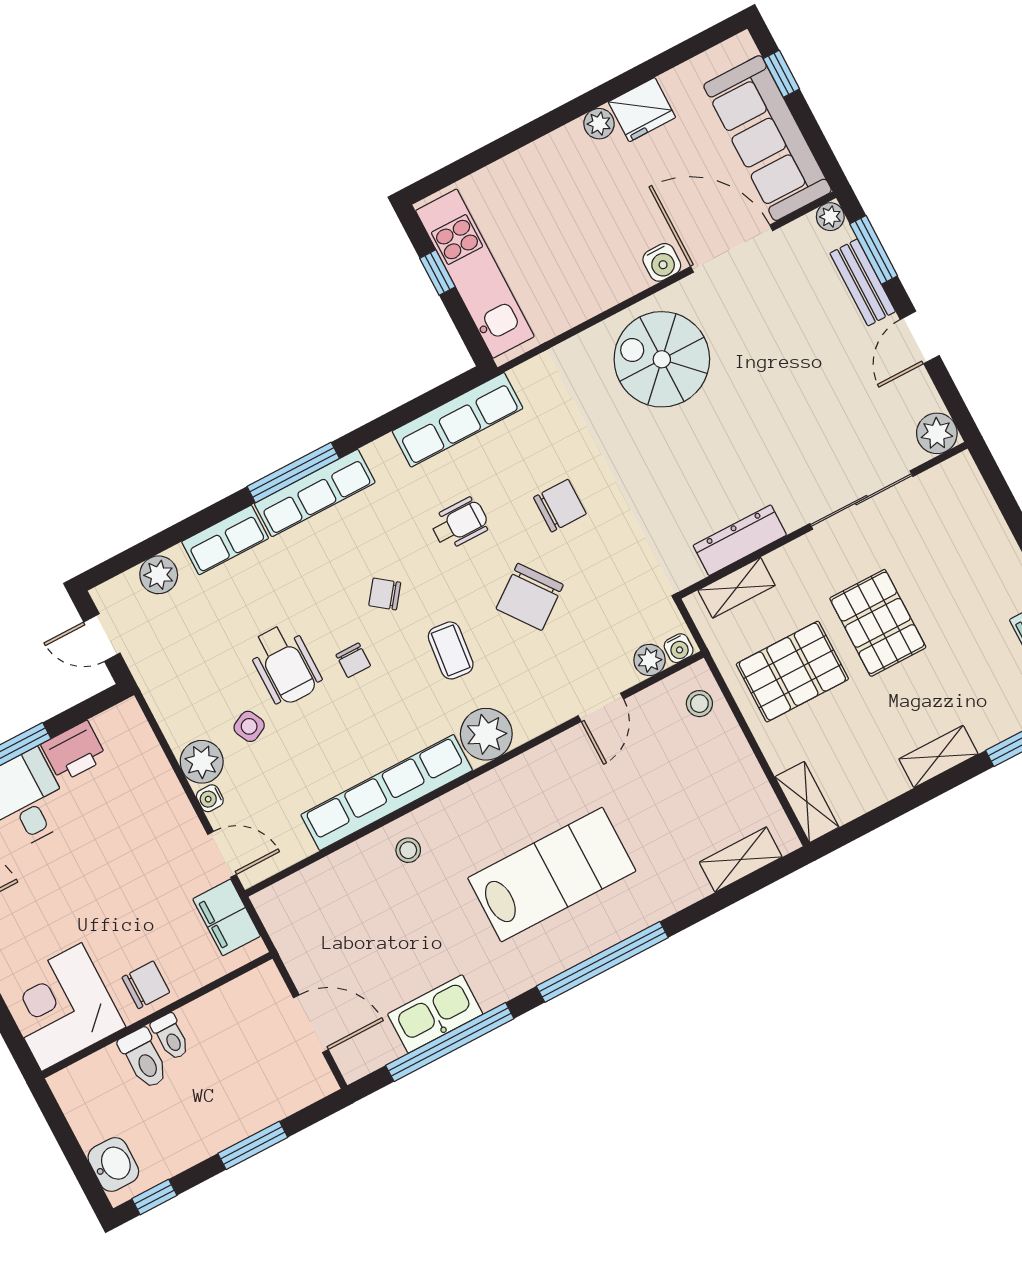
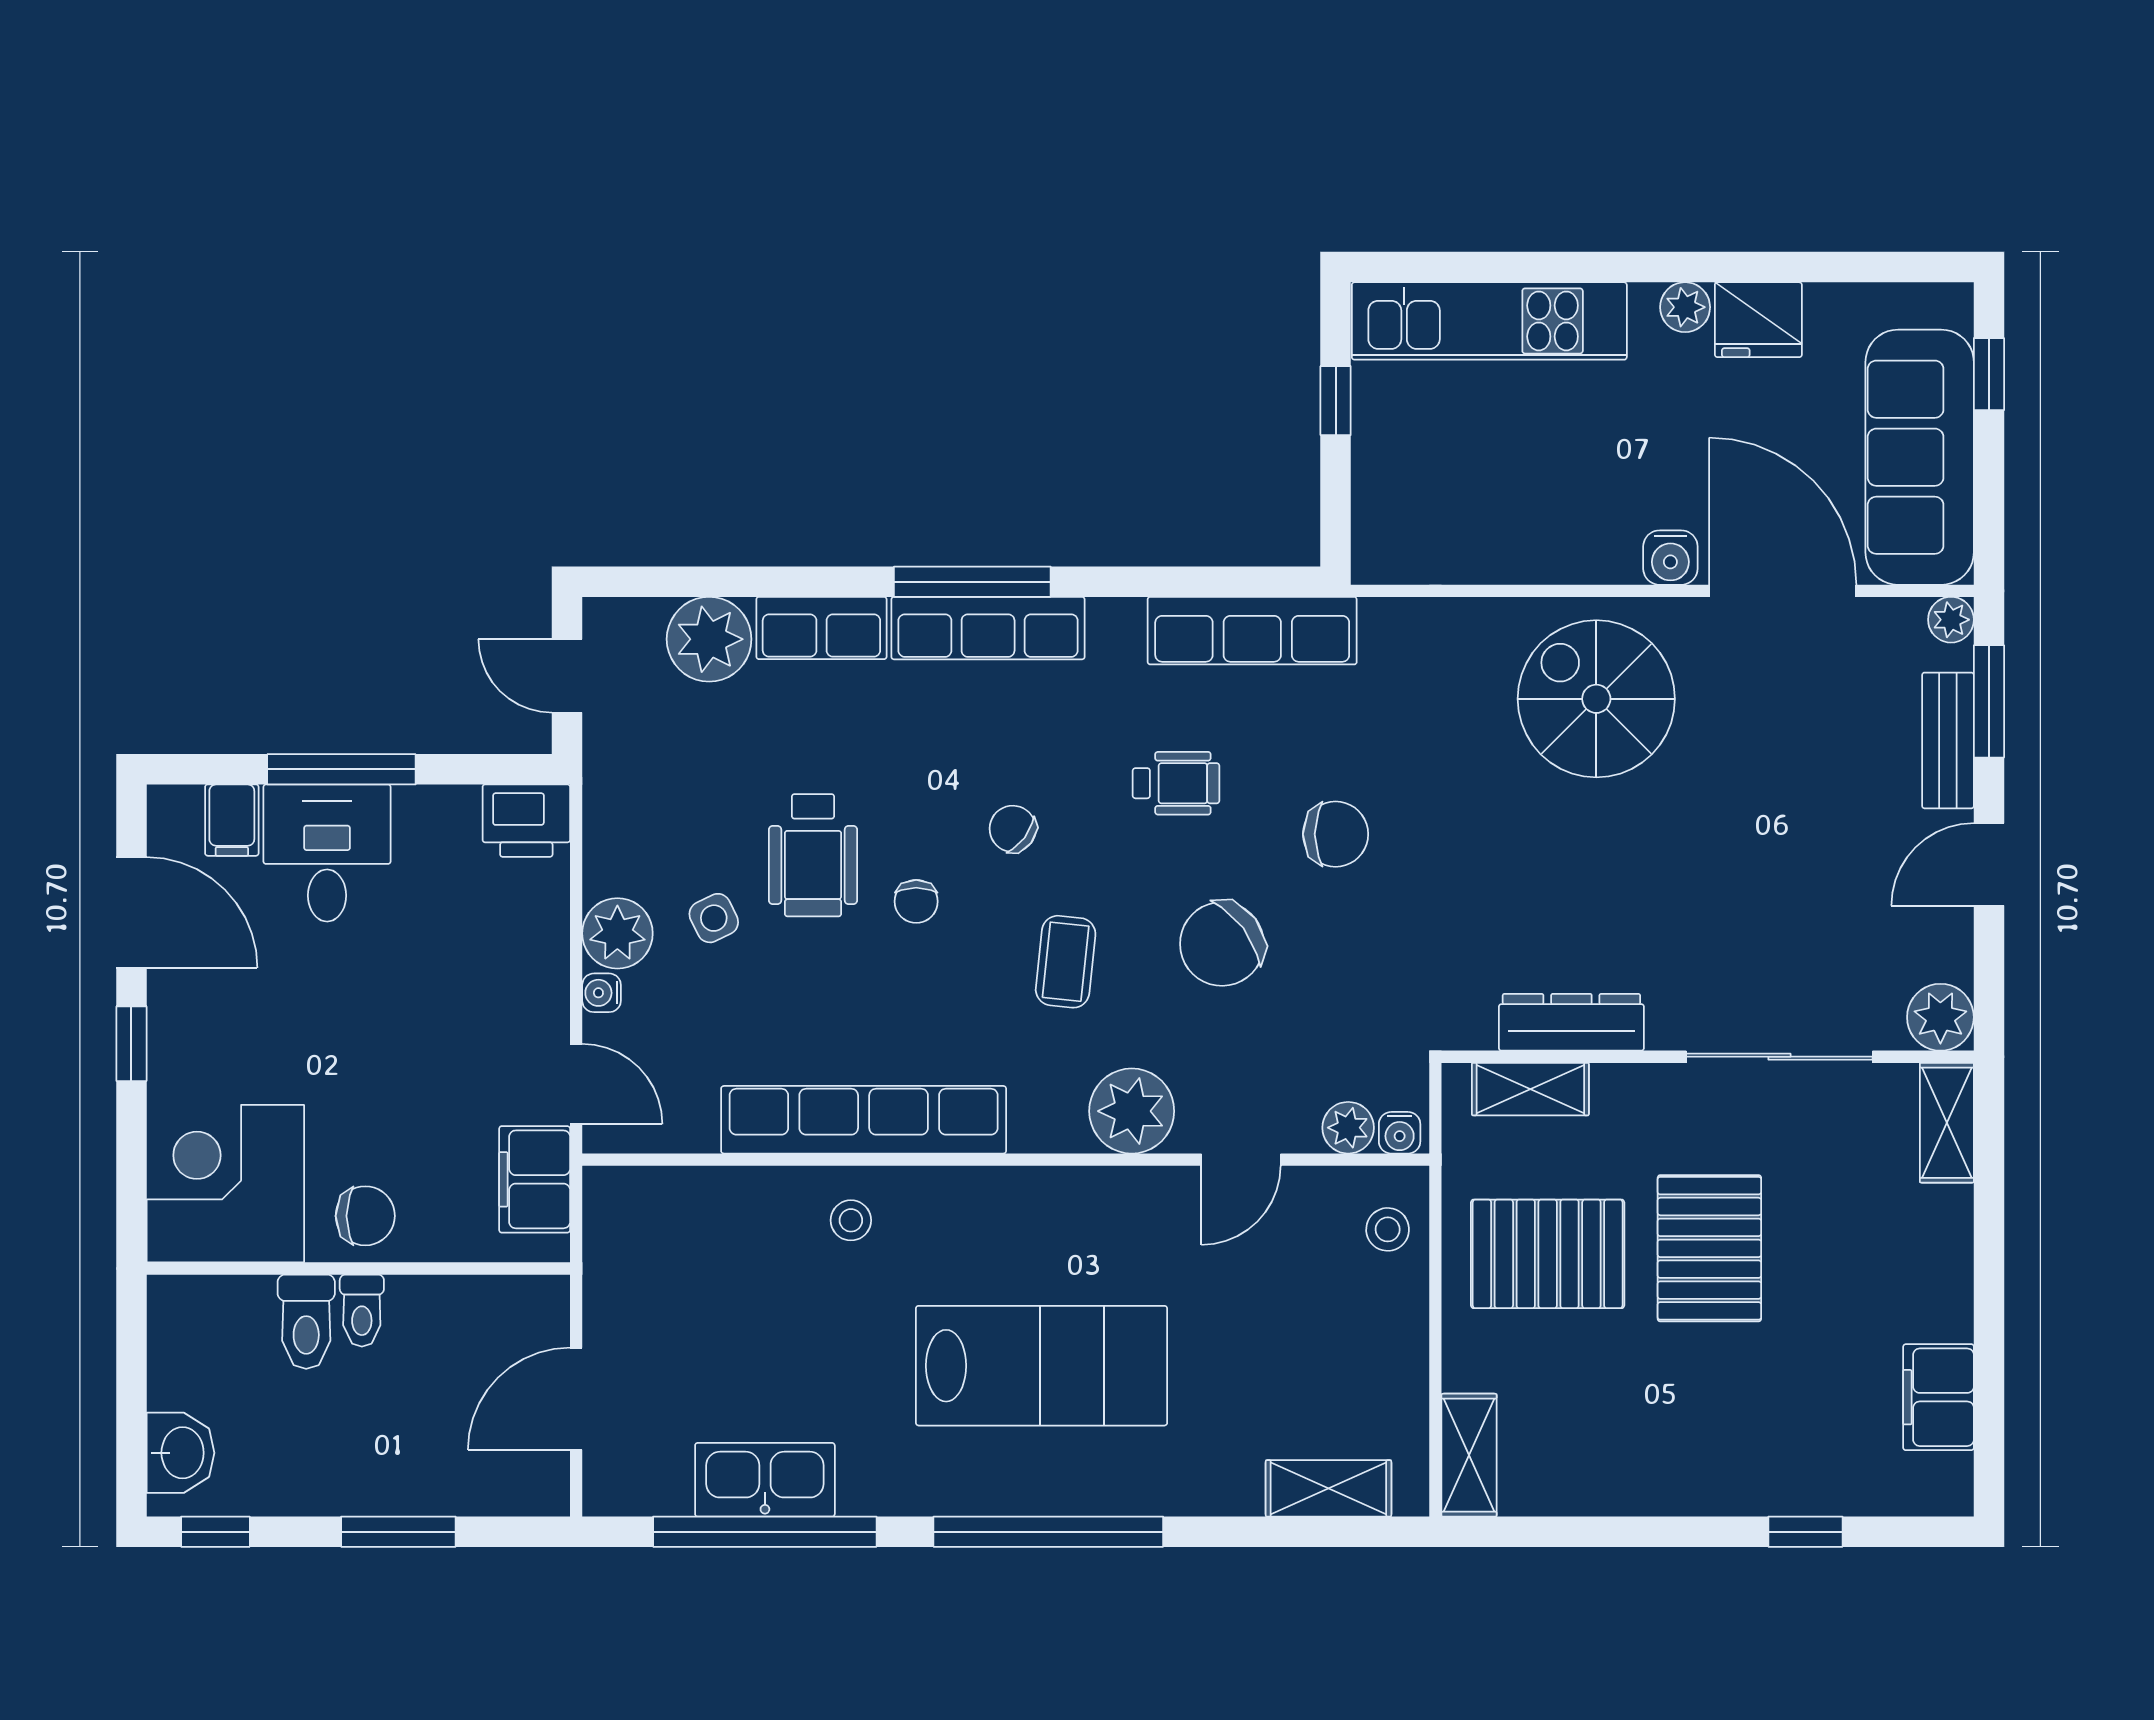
kitchen unit: (475, 274) -> (1489, 321), moved, turned 90
plant: (159, 575) -> (709, 639), width x1.36, depth x1.36
plant: (486, 734) -> (1132, 1111), moved
printer: (74, 751) -> (526, 821), moved
shelving: (938, 757) -> (1947, 1123), moved, turned 90
door: (311, 1024) -> (576, 1399), swing flipped

